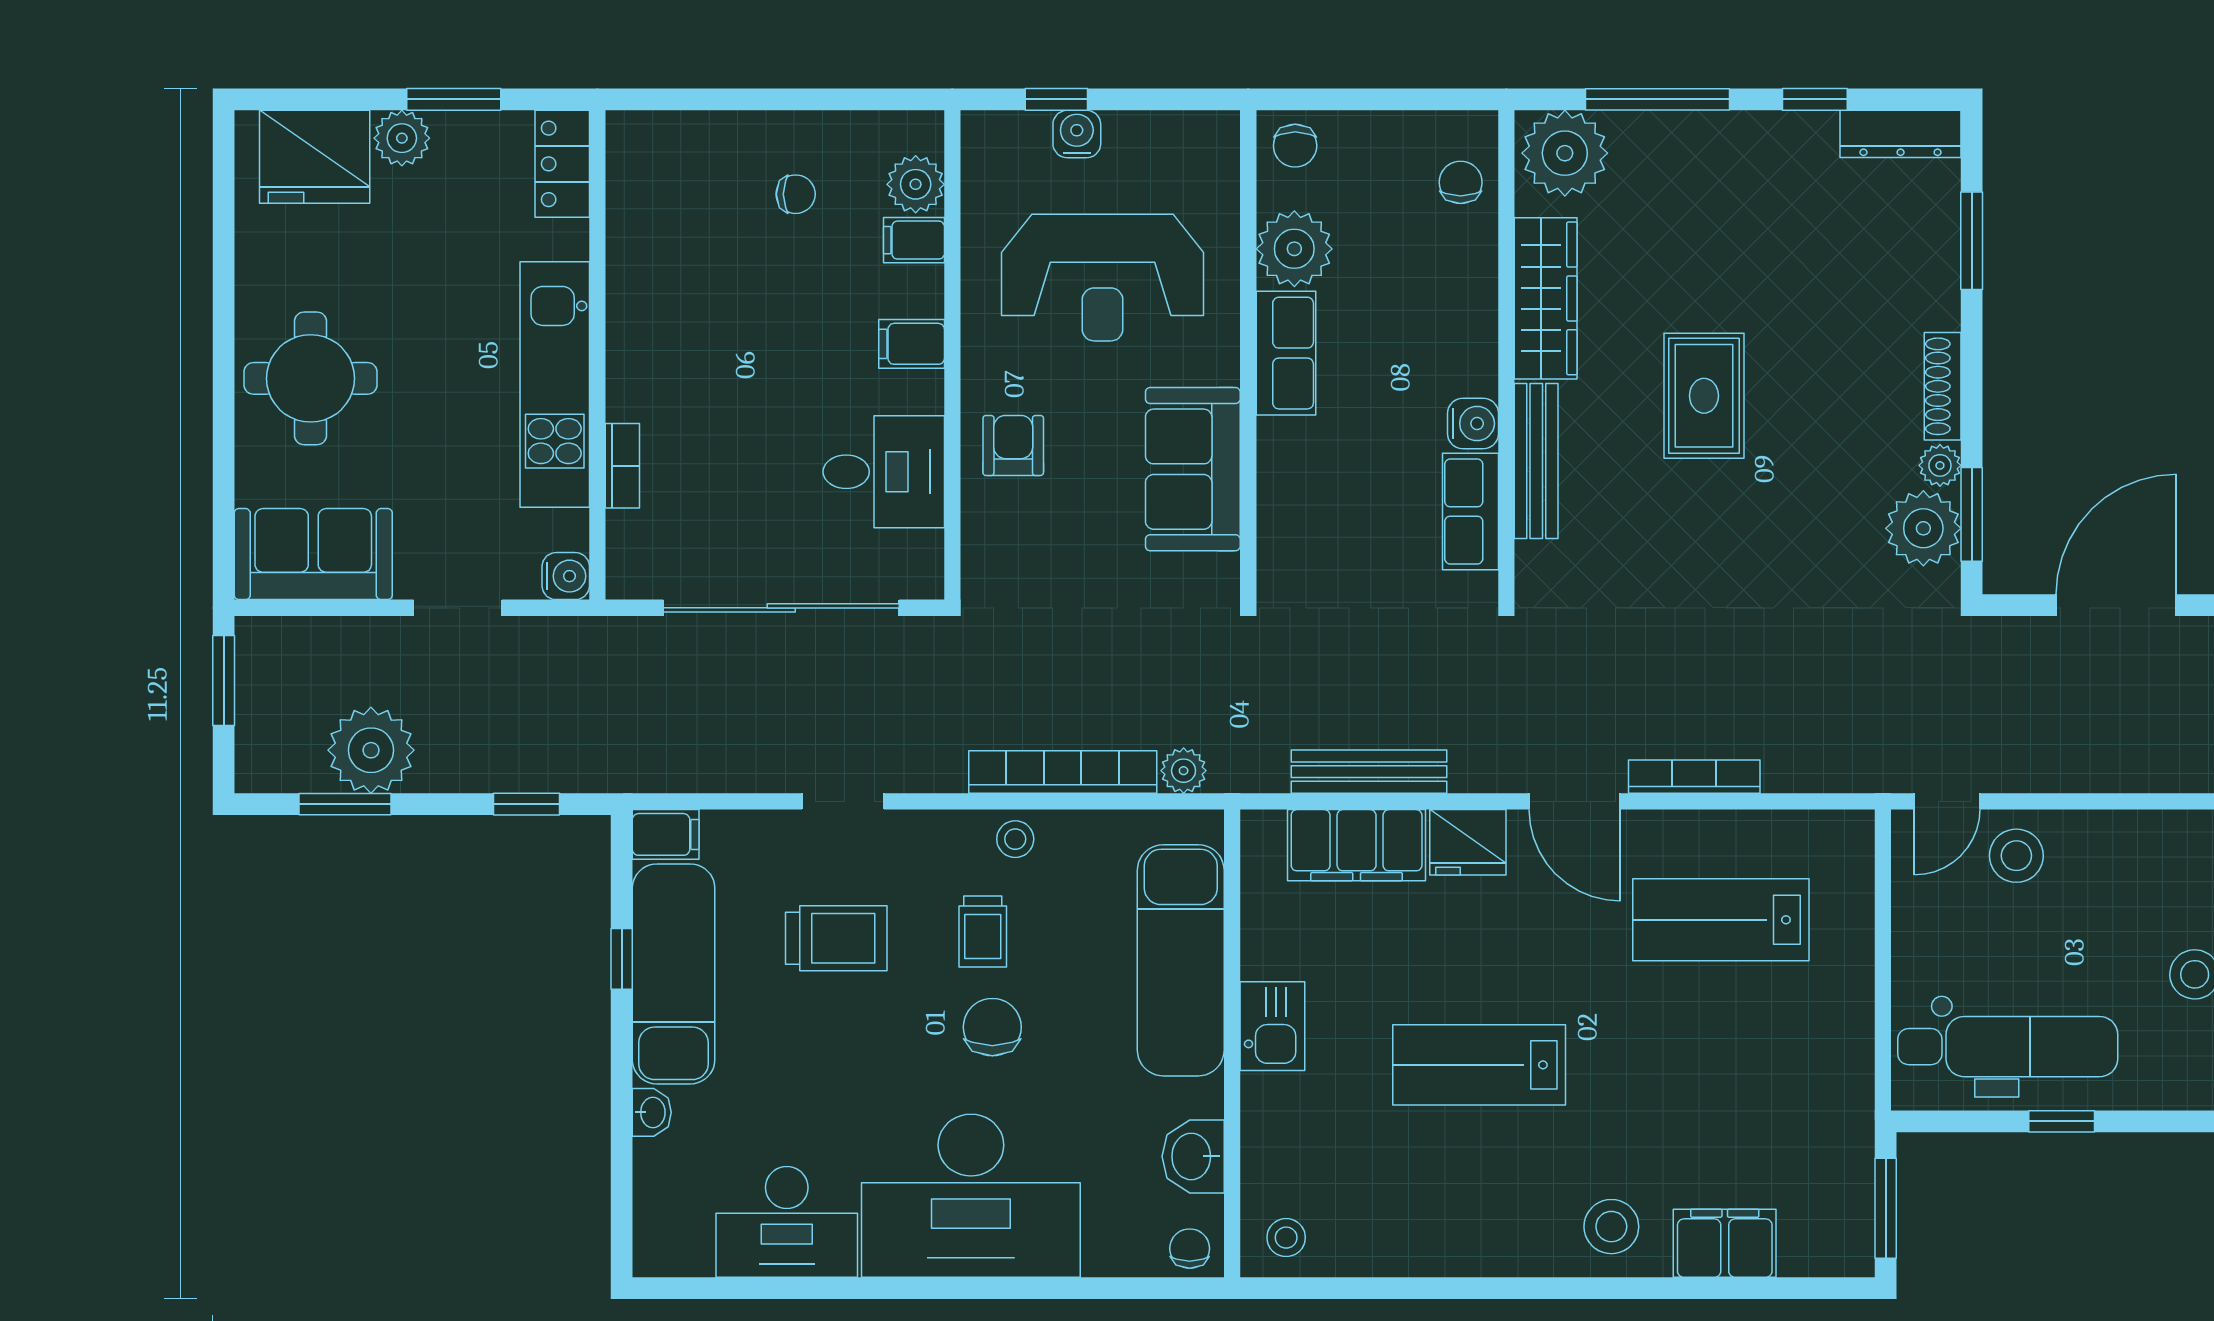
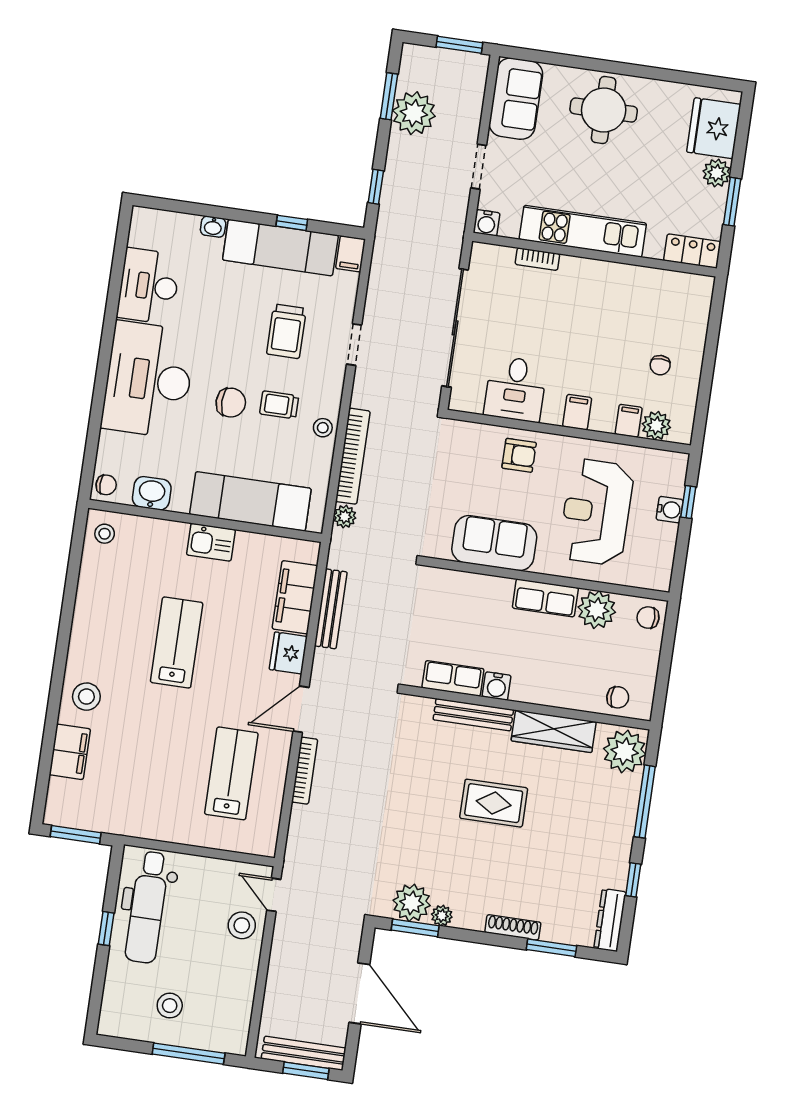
shoe rack: (1943, 386) -> (513, 927), moved

